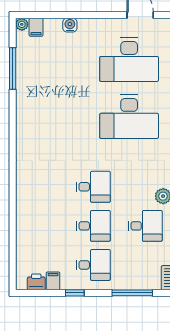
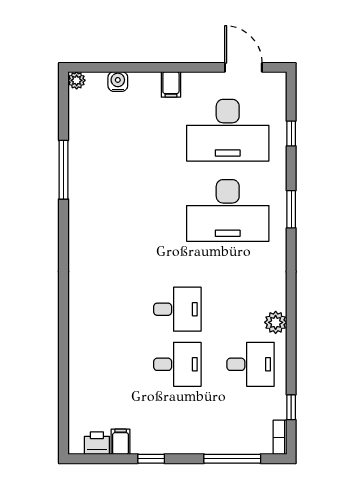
water cooler: (70, 25) -> (118, 82), moved
filing cabinet: (36, 27) -> (171, 84), moved
window: (13, 69) -> (64, 170), moved
desk: (93, 265) -> (177, 419), removed

